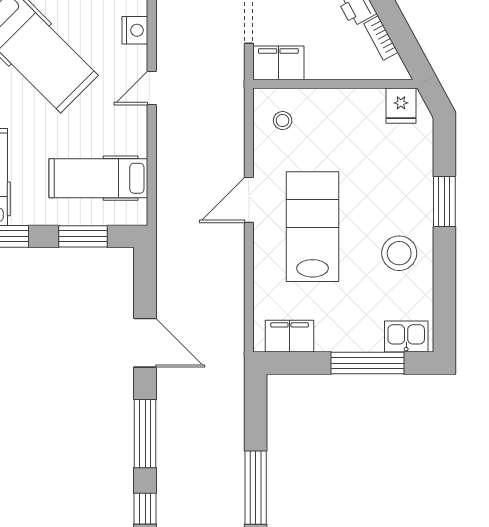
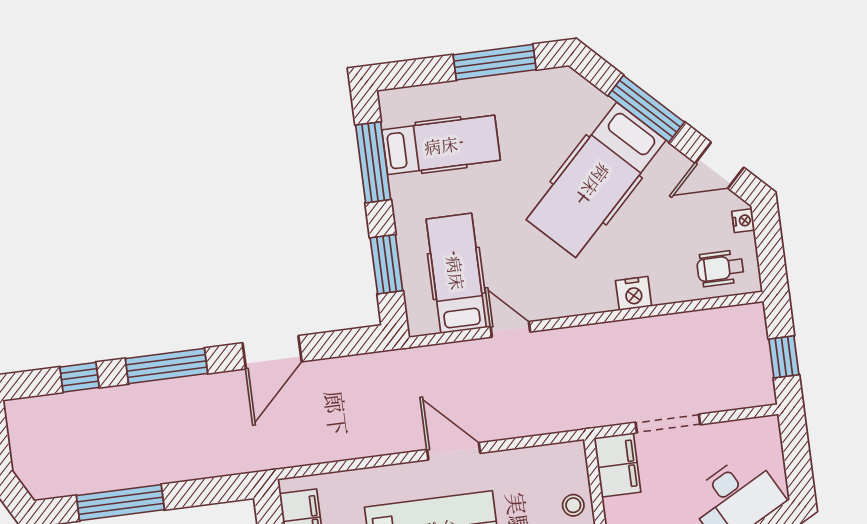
door: (152, 88) -> (510, 329), moved
stool: (283, 121) -> (573, 505), moved

